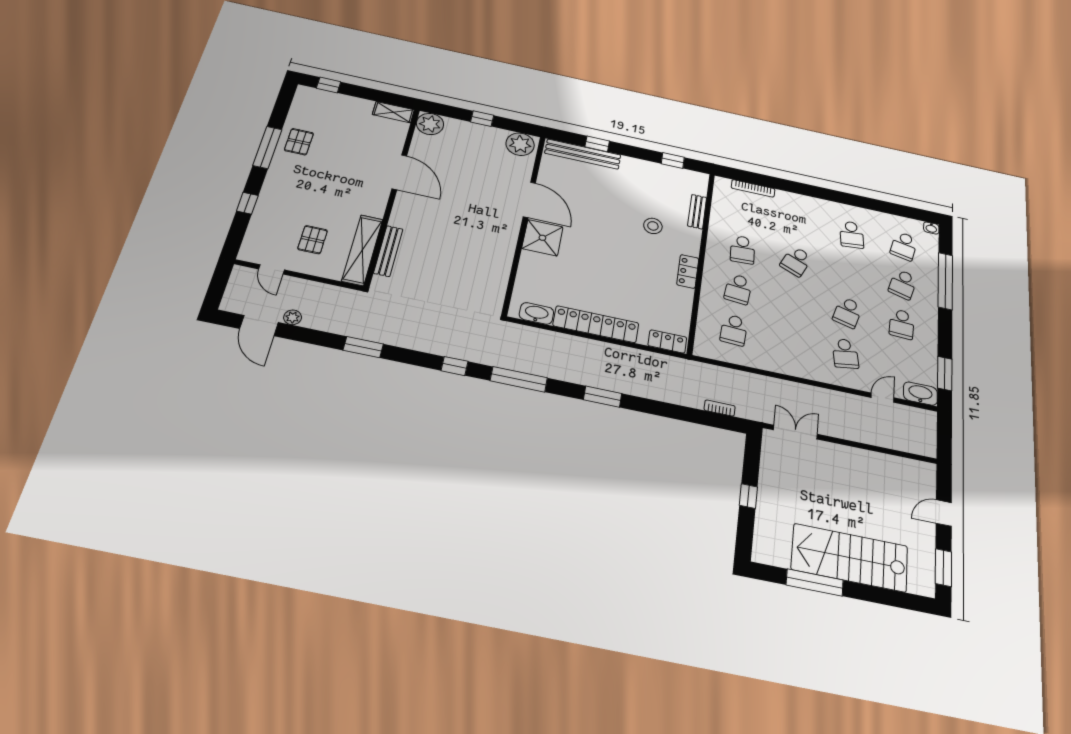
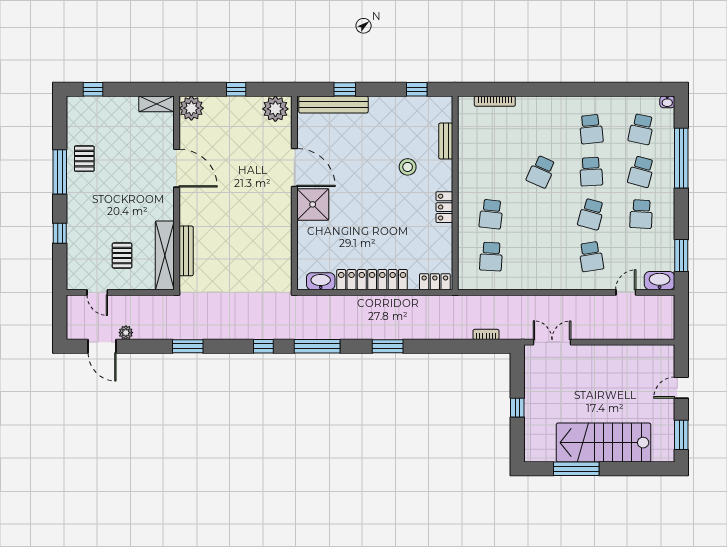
school desk: (742, 250) -> (591, 172), moved

